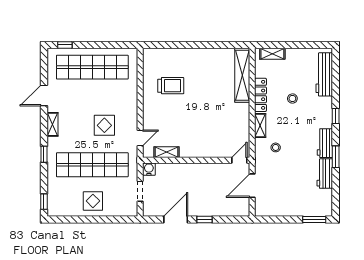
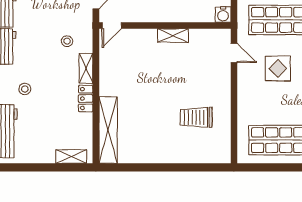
locker: (260, 95) -> (86, 99), width x0.66
stool: (292, 99) -> (25, 89), moved
door: (140, 138) -> (234, 53), swing flipped
shelving: (166, 152) -> (173, 35), moved

